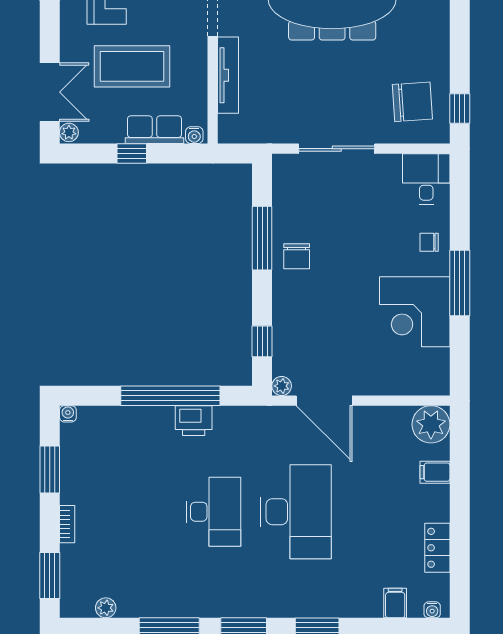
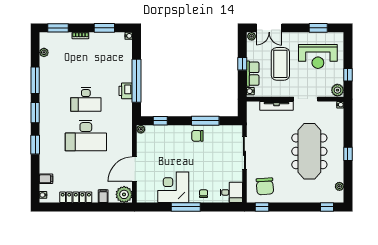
door: (324, 401) -> (134, 169), moved
locker: (437, 548) -> (76, 197), width x1.53

